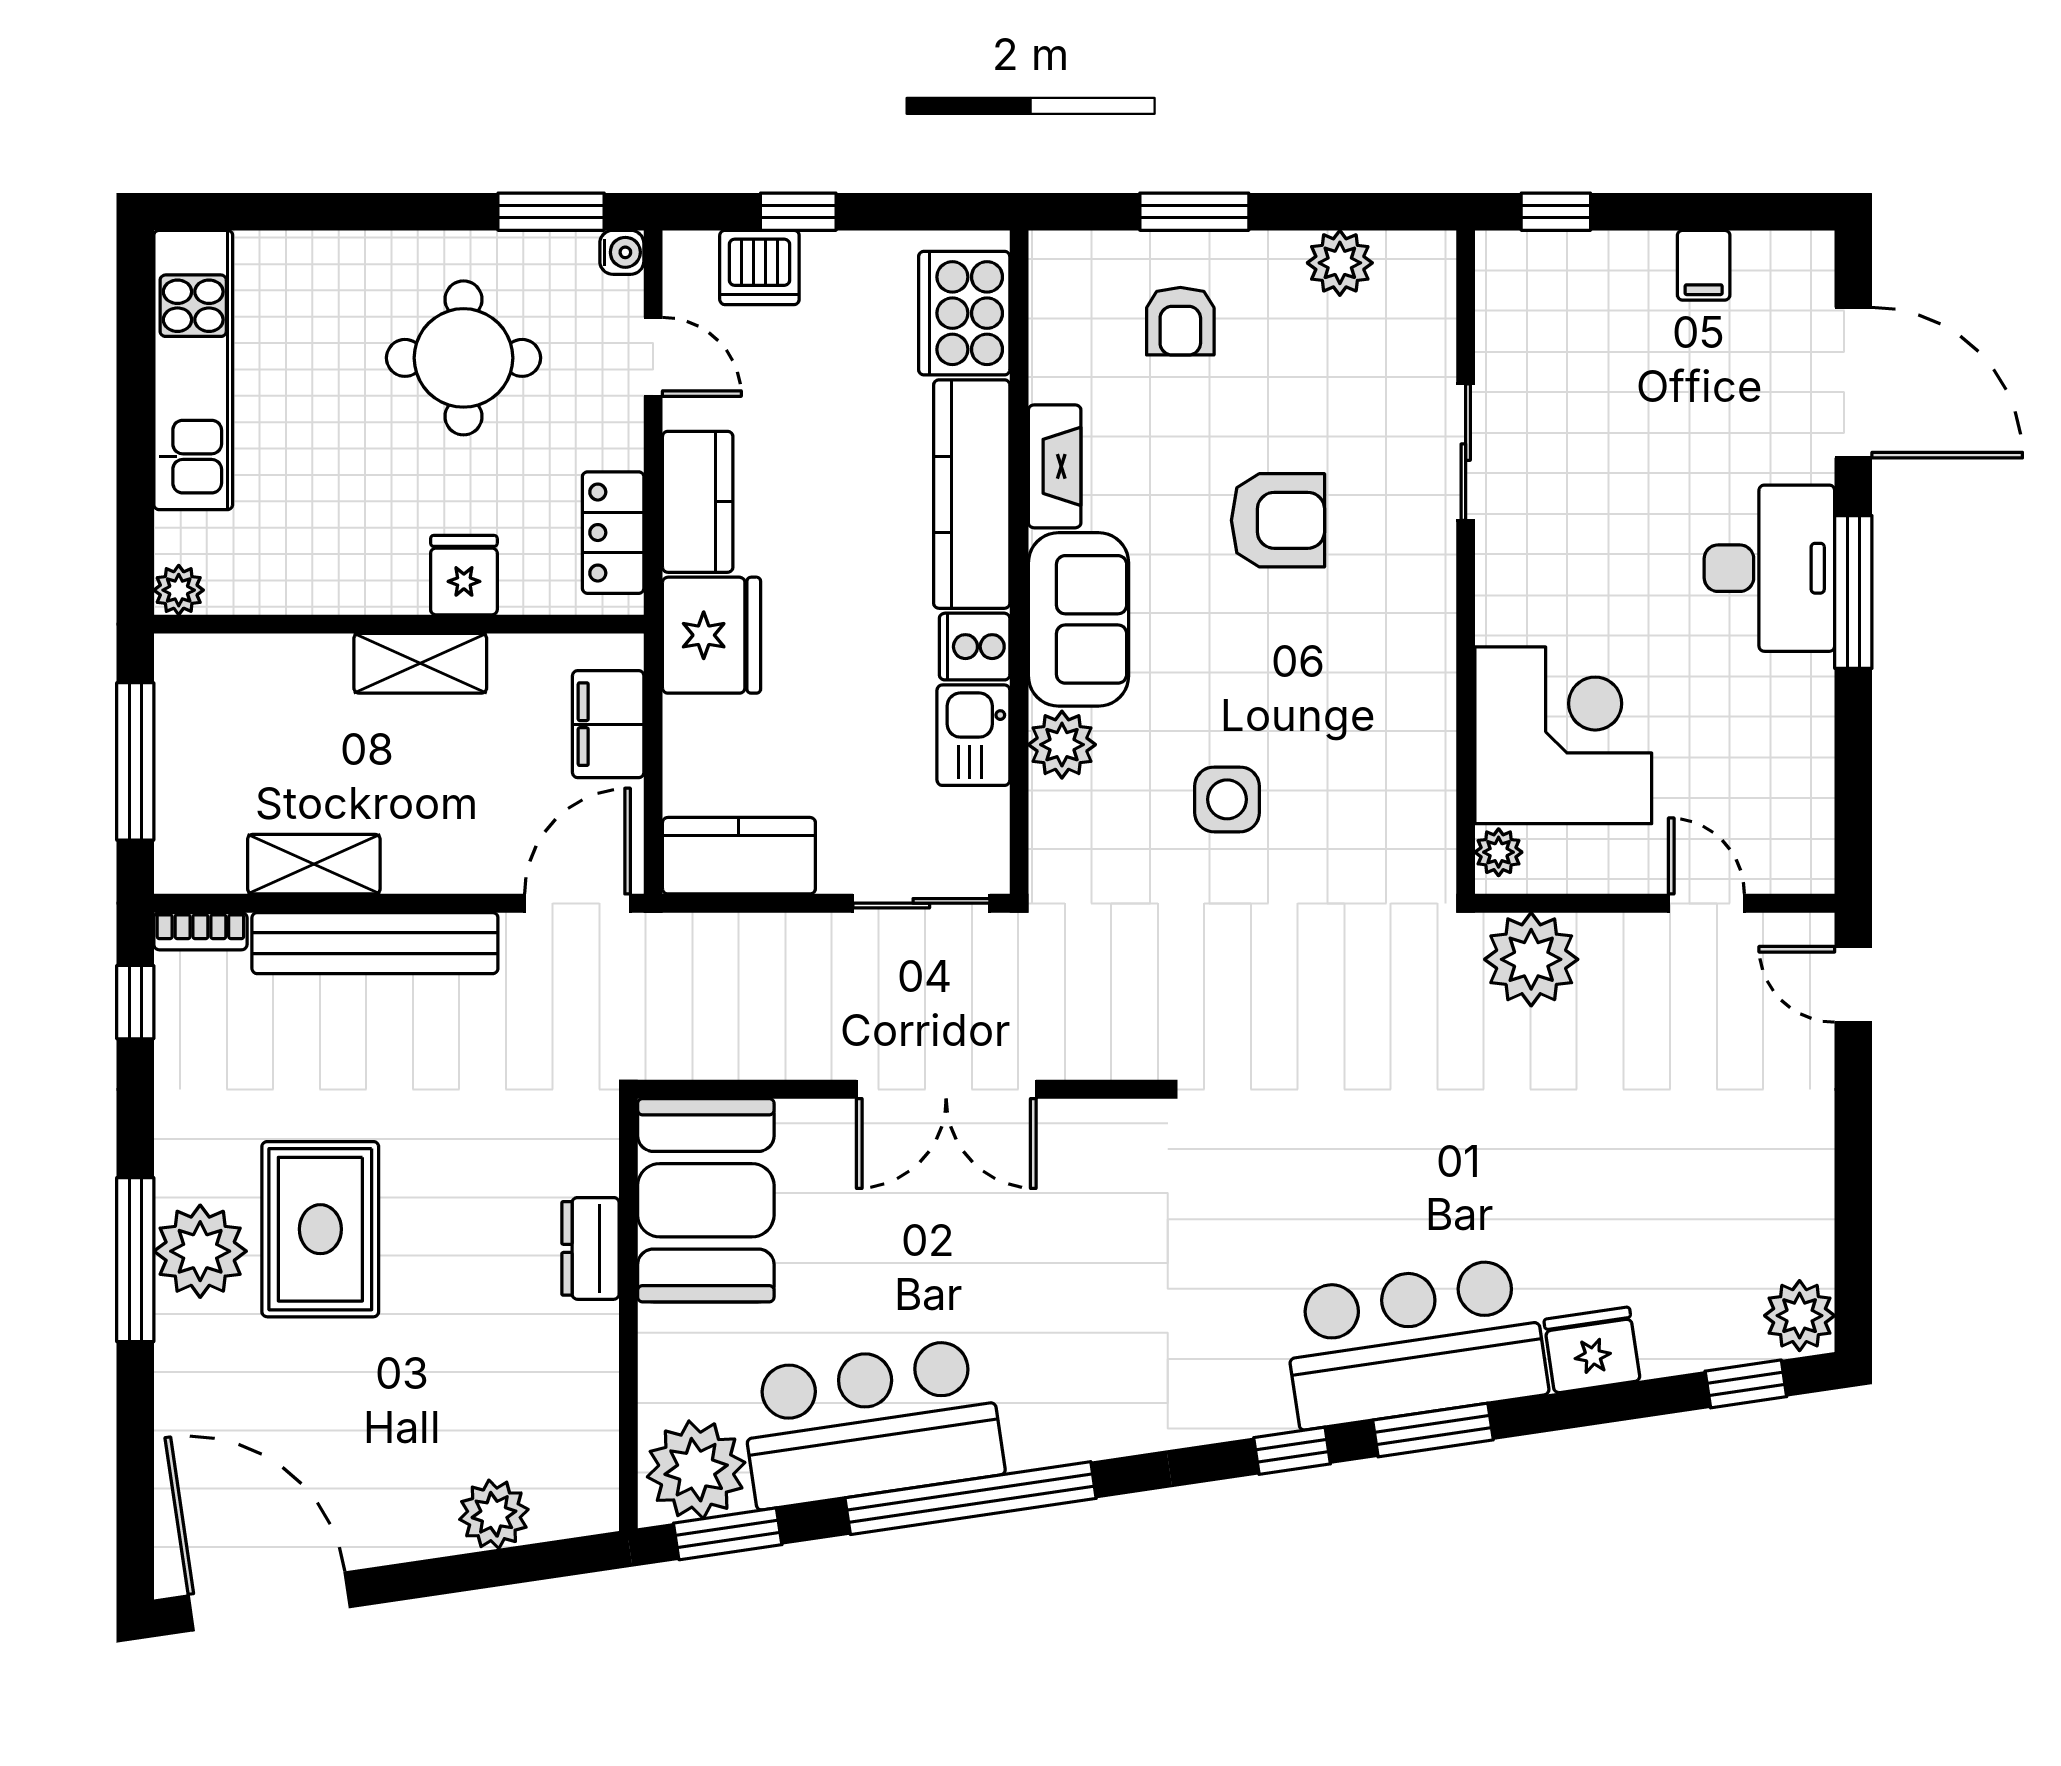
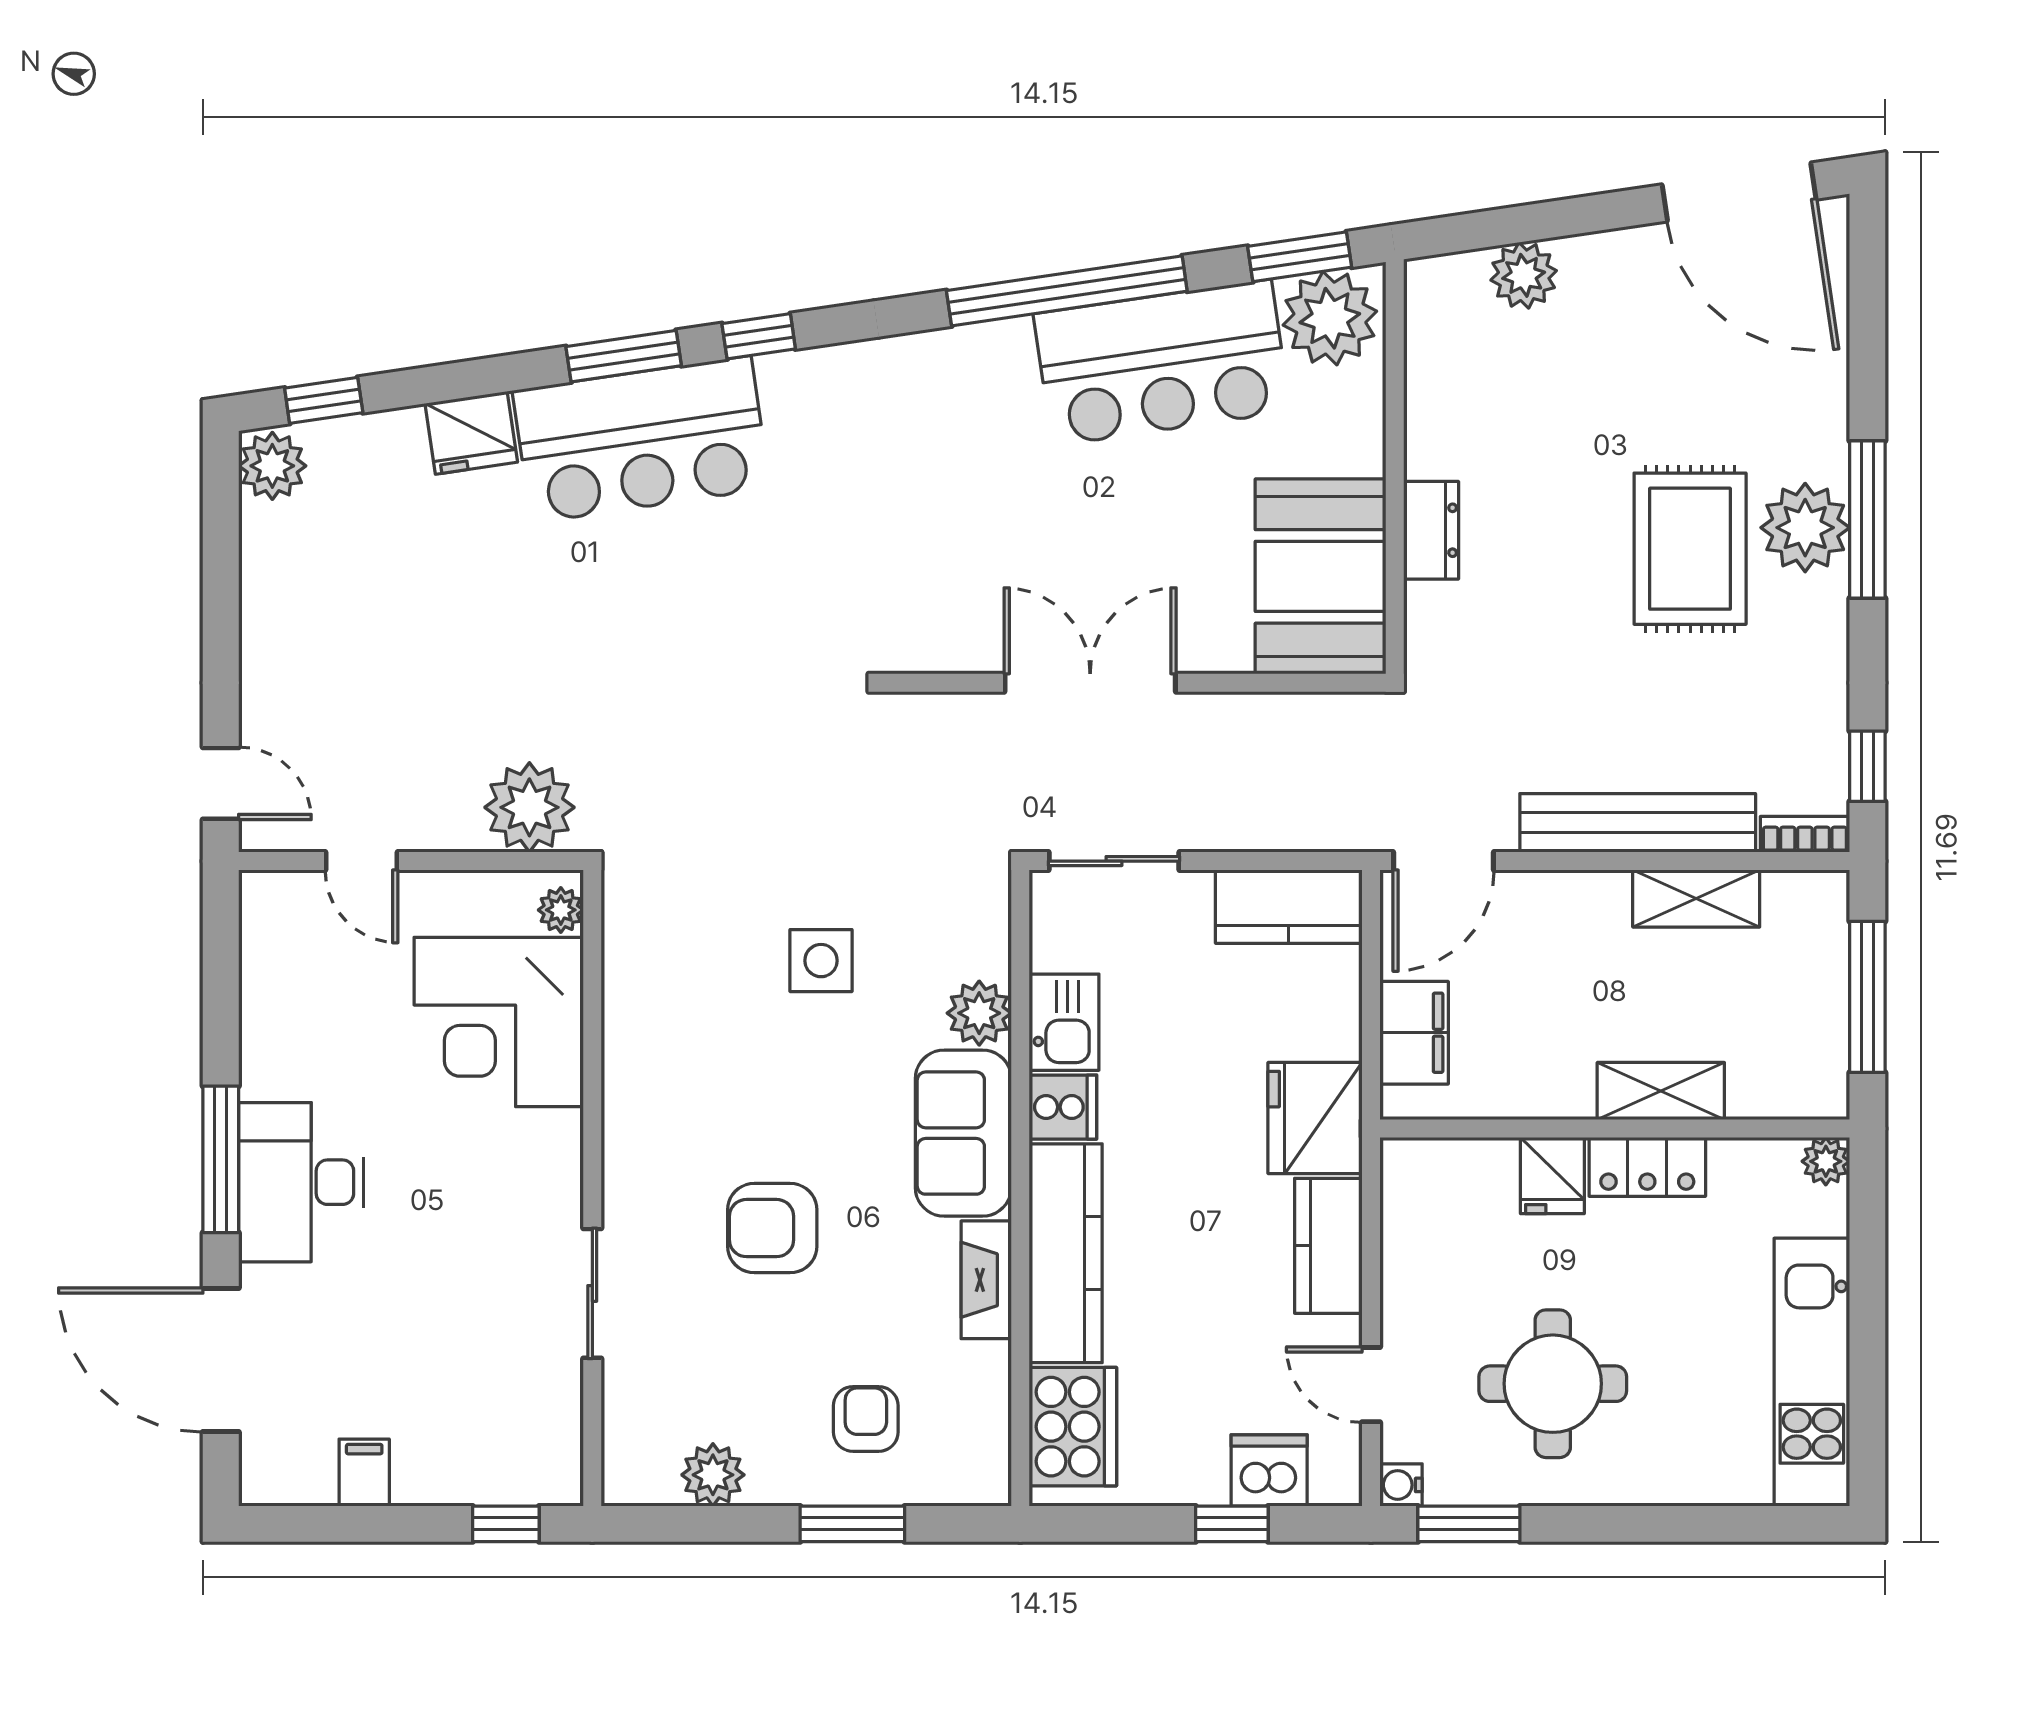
locker: (613, 533) -> (1647, 1167), moved, turned 90
shelving: (420, 663) -> (1661, 1091), moved

